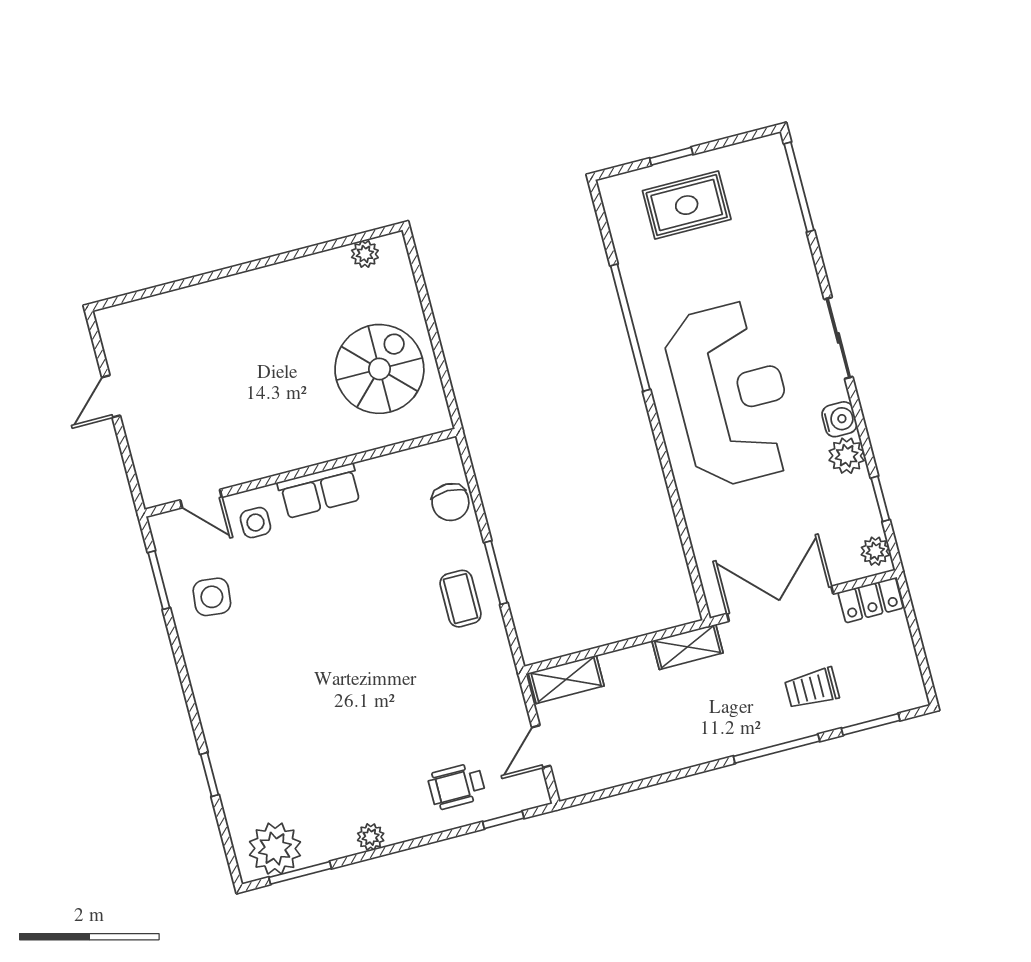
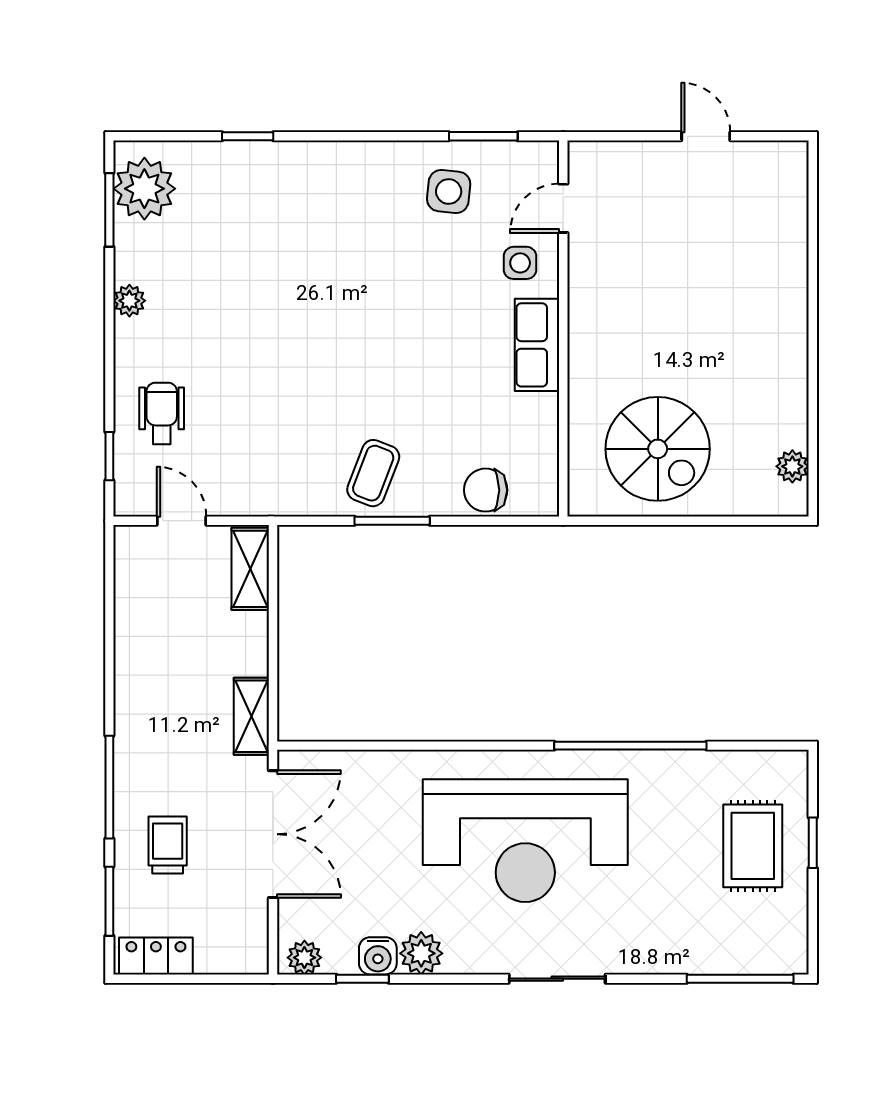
water cooler: (839, 419) -> (378, 956), moved
coffee table: (461, 599) -> (373, 473), turned -69
locker: (871, 600) -> (156, 956), moved, turned 90

